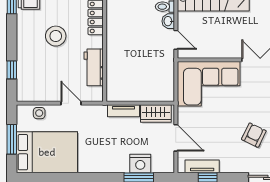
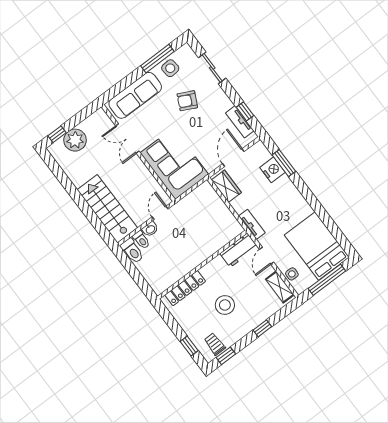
workbench: (94, 67) -> (239, 250), moved
window: (12, 70) -> (262, 328), moved
shelving: (36, 94) -> (280, 287), added
tv unit: (124, 111) -> (252, 224), moved
window: (12, 139) -> (327, 280), width x1.44

